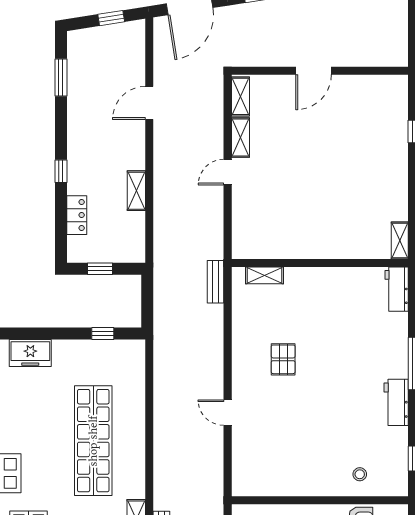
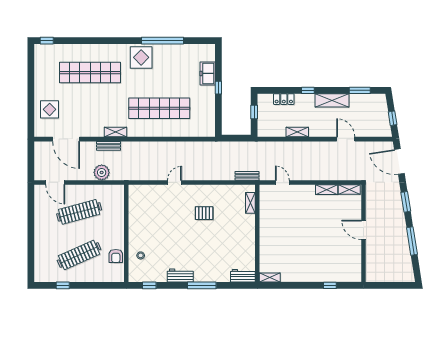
shelving: (79, 128) -> (332, 100), added
door: (228, 172) -> (282, 182), moved
window: (103, 334) -> (218, 88), moved

